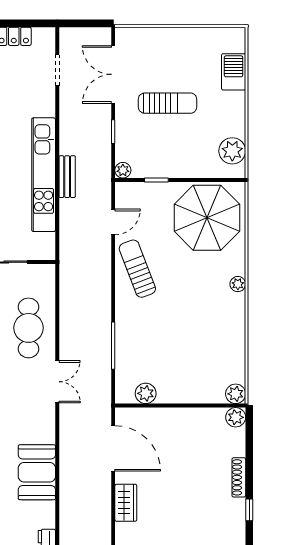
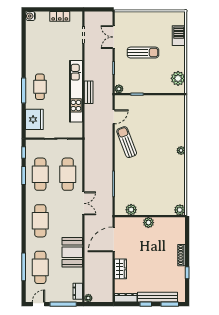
double door: (113, 74) -> (114, 37), width x0.73
parasol: (207, 218) -> (164, 115), removed
plant: (236, 417) -> (148, 223), moved
door: (113, 448) -> (114, 239), swing flipped

